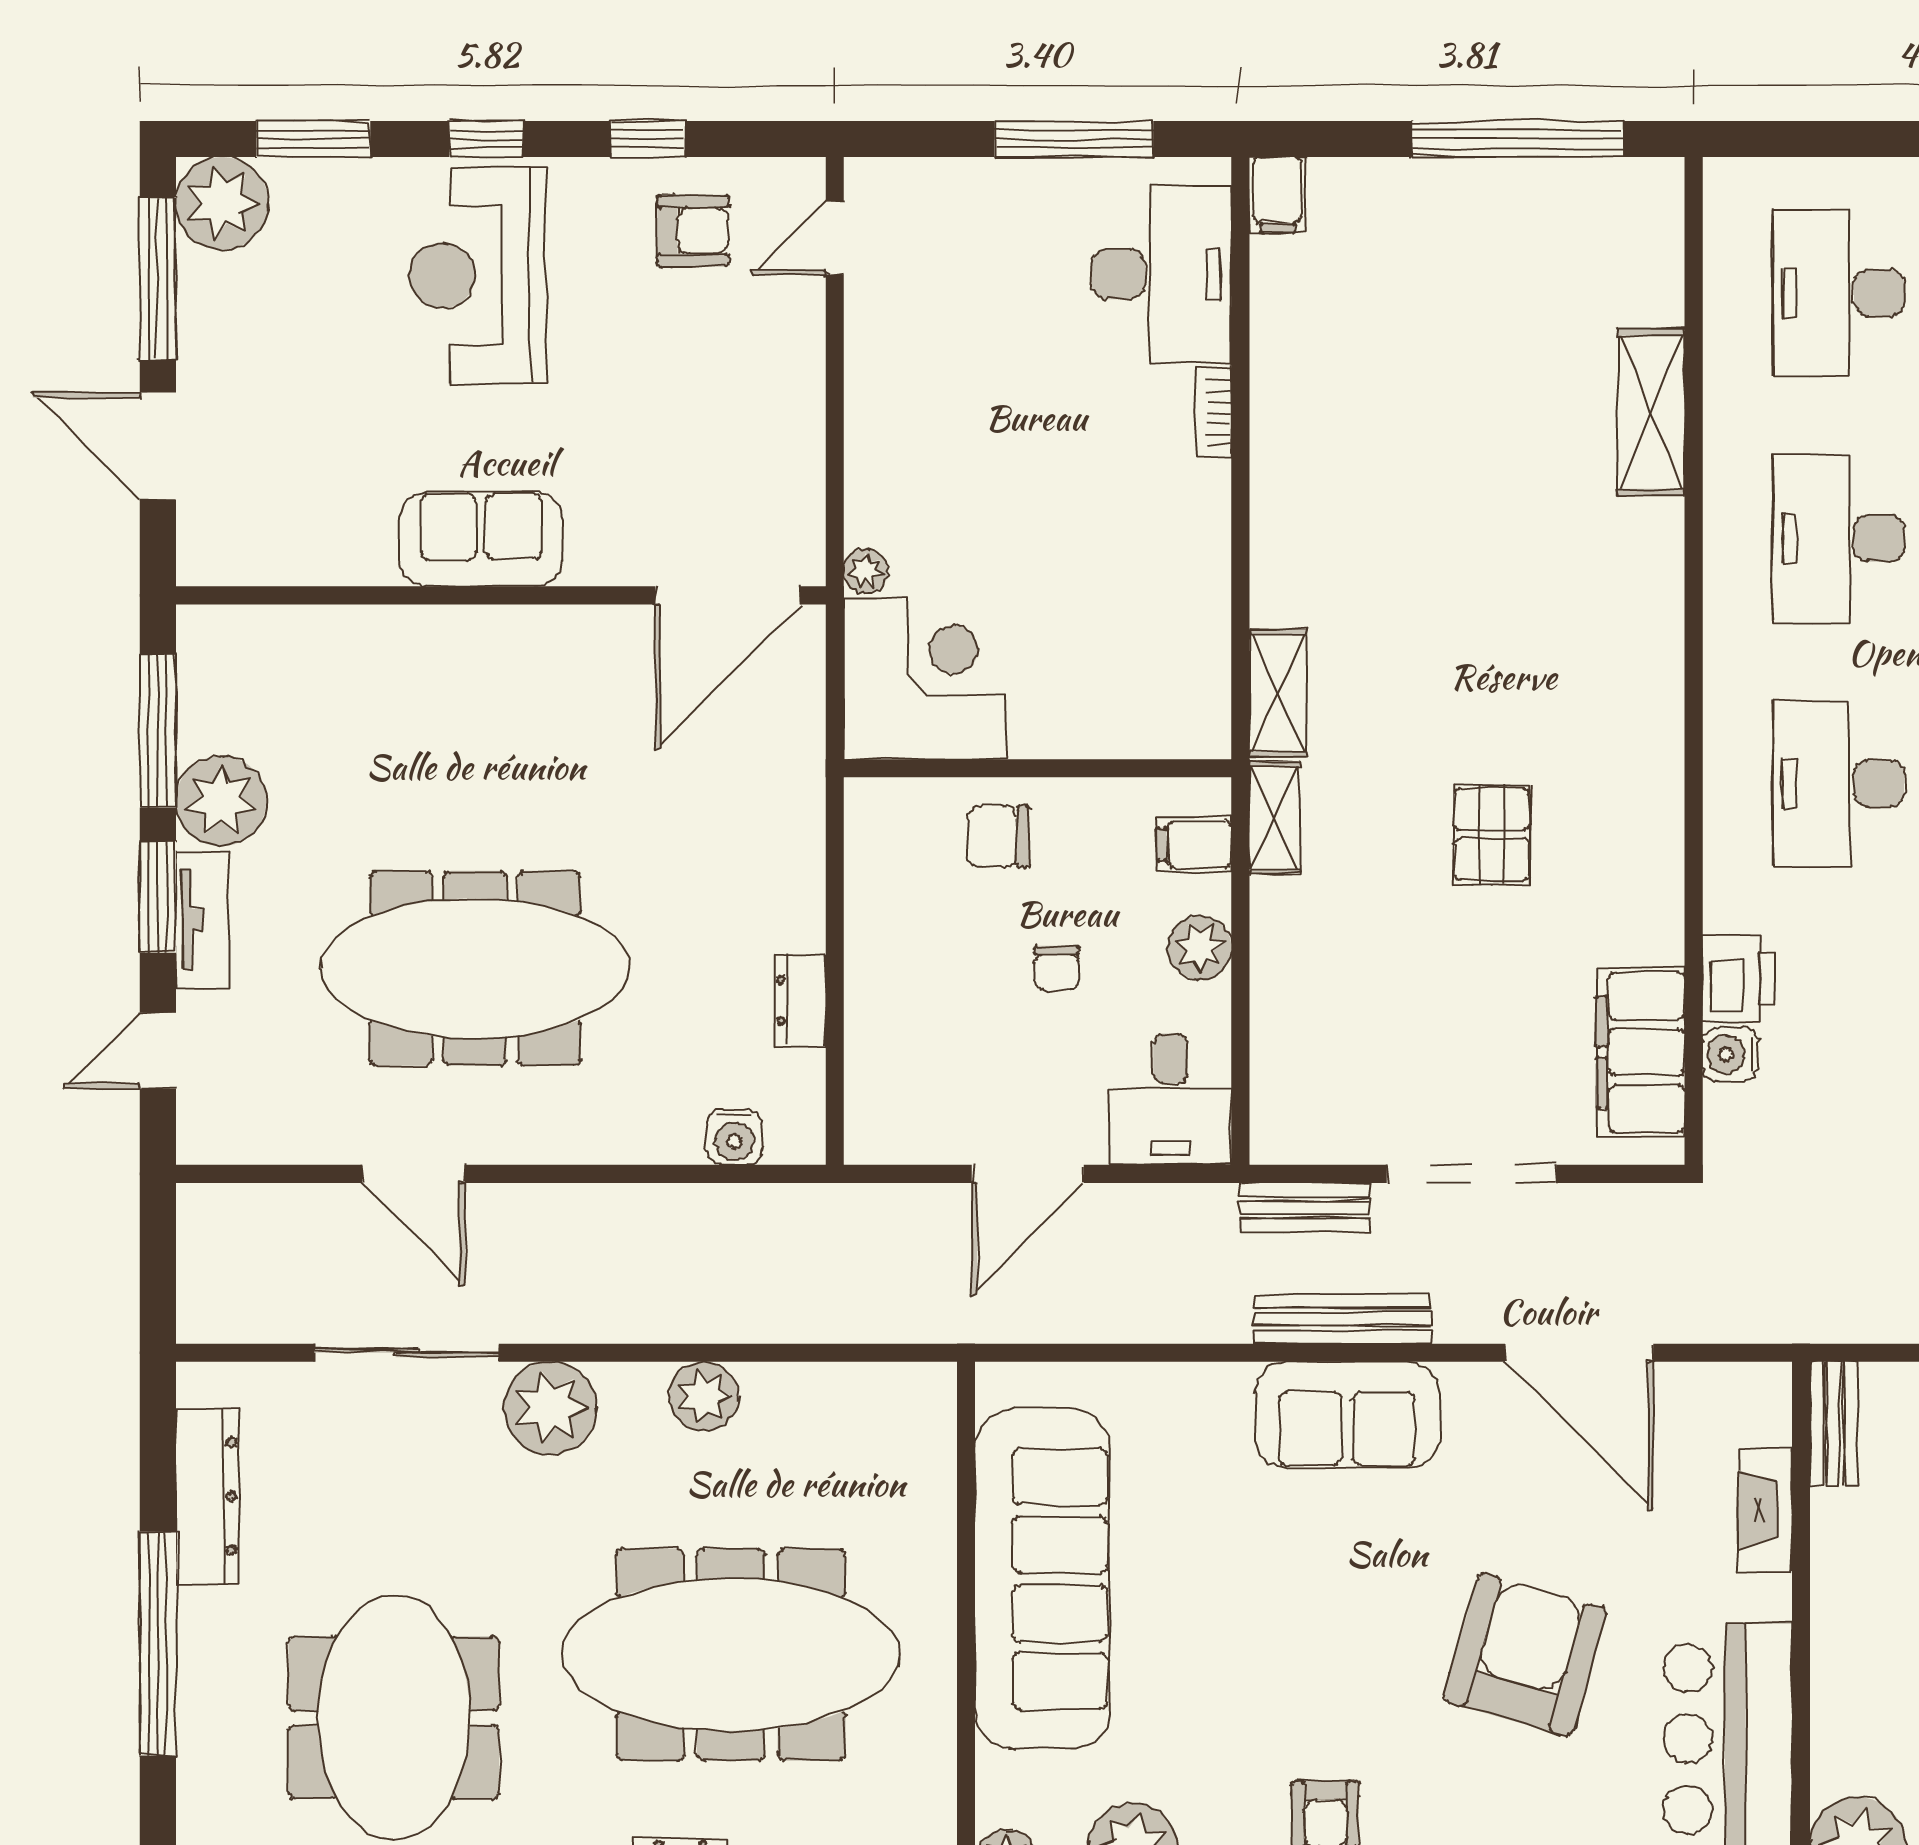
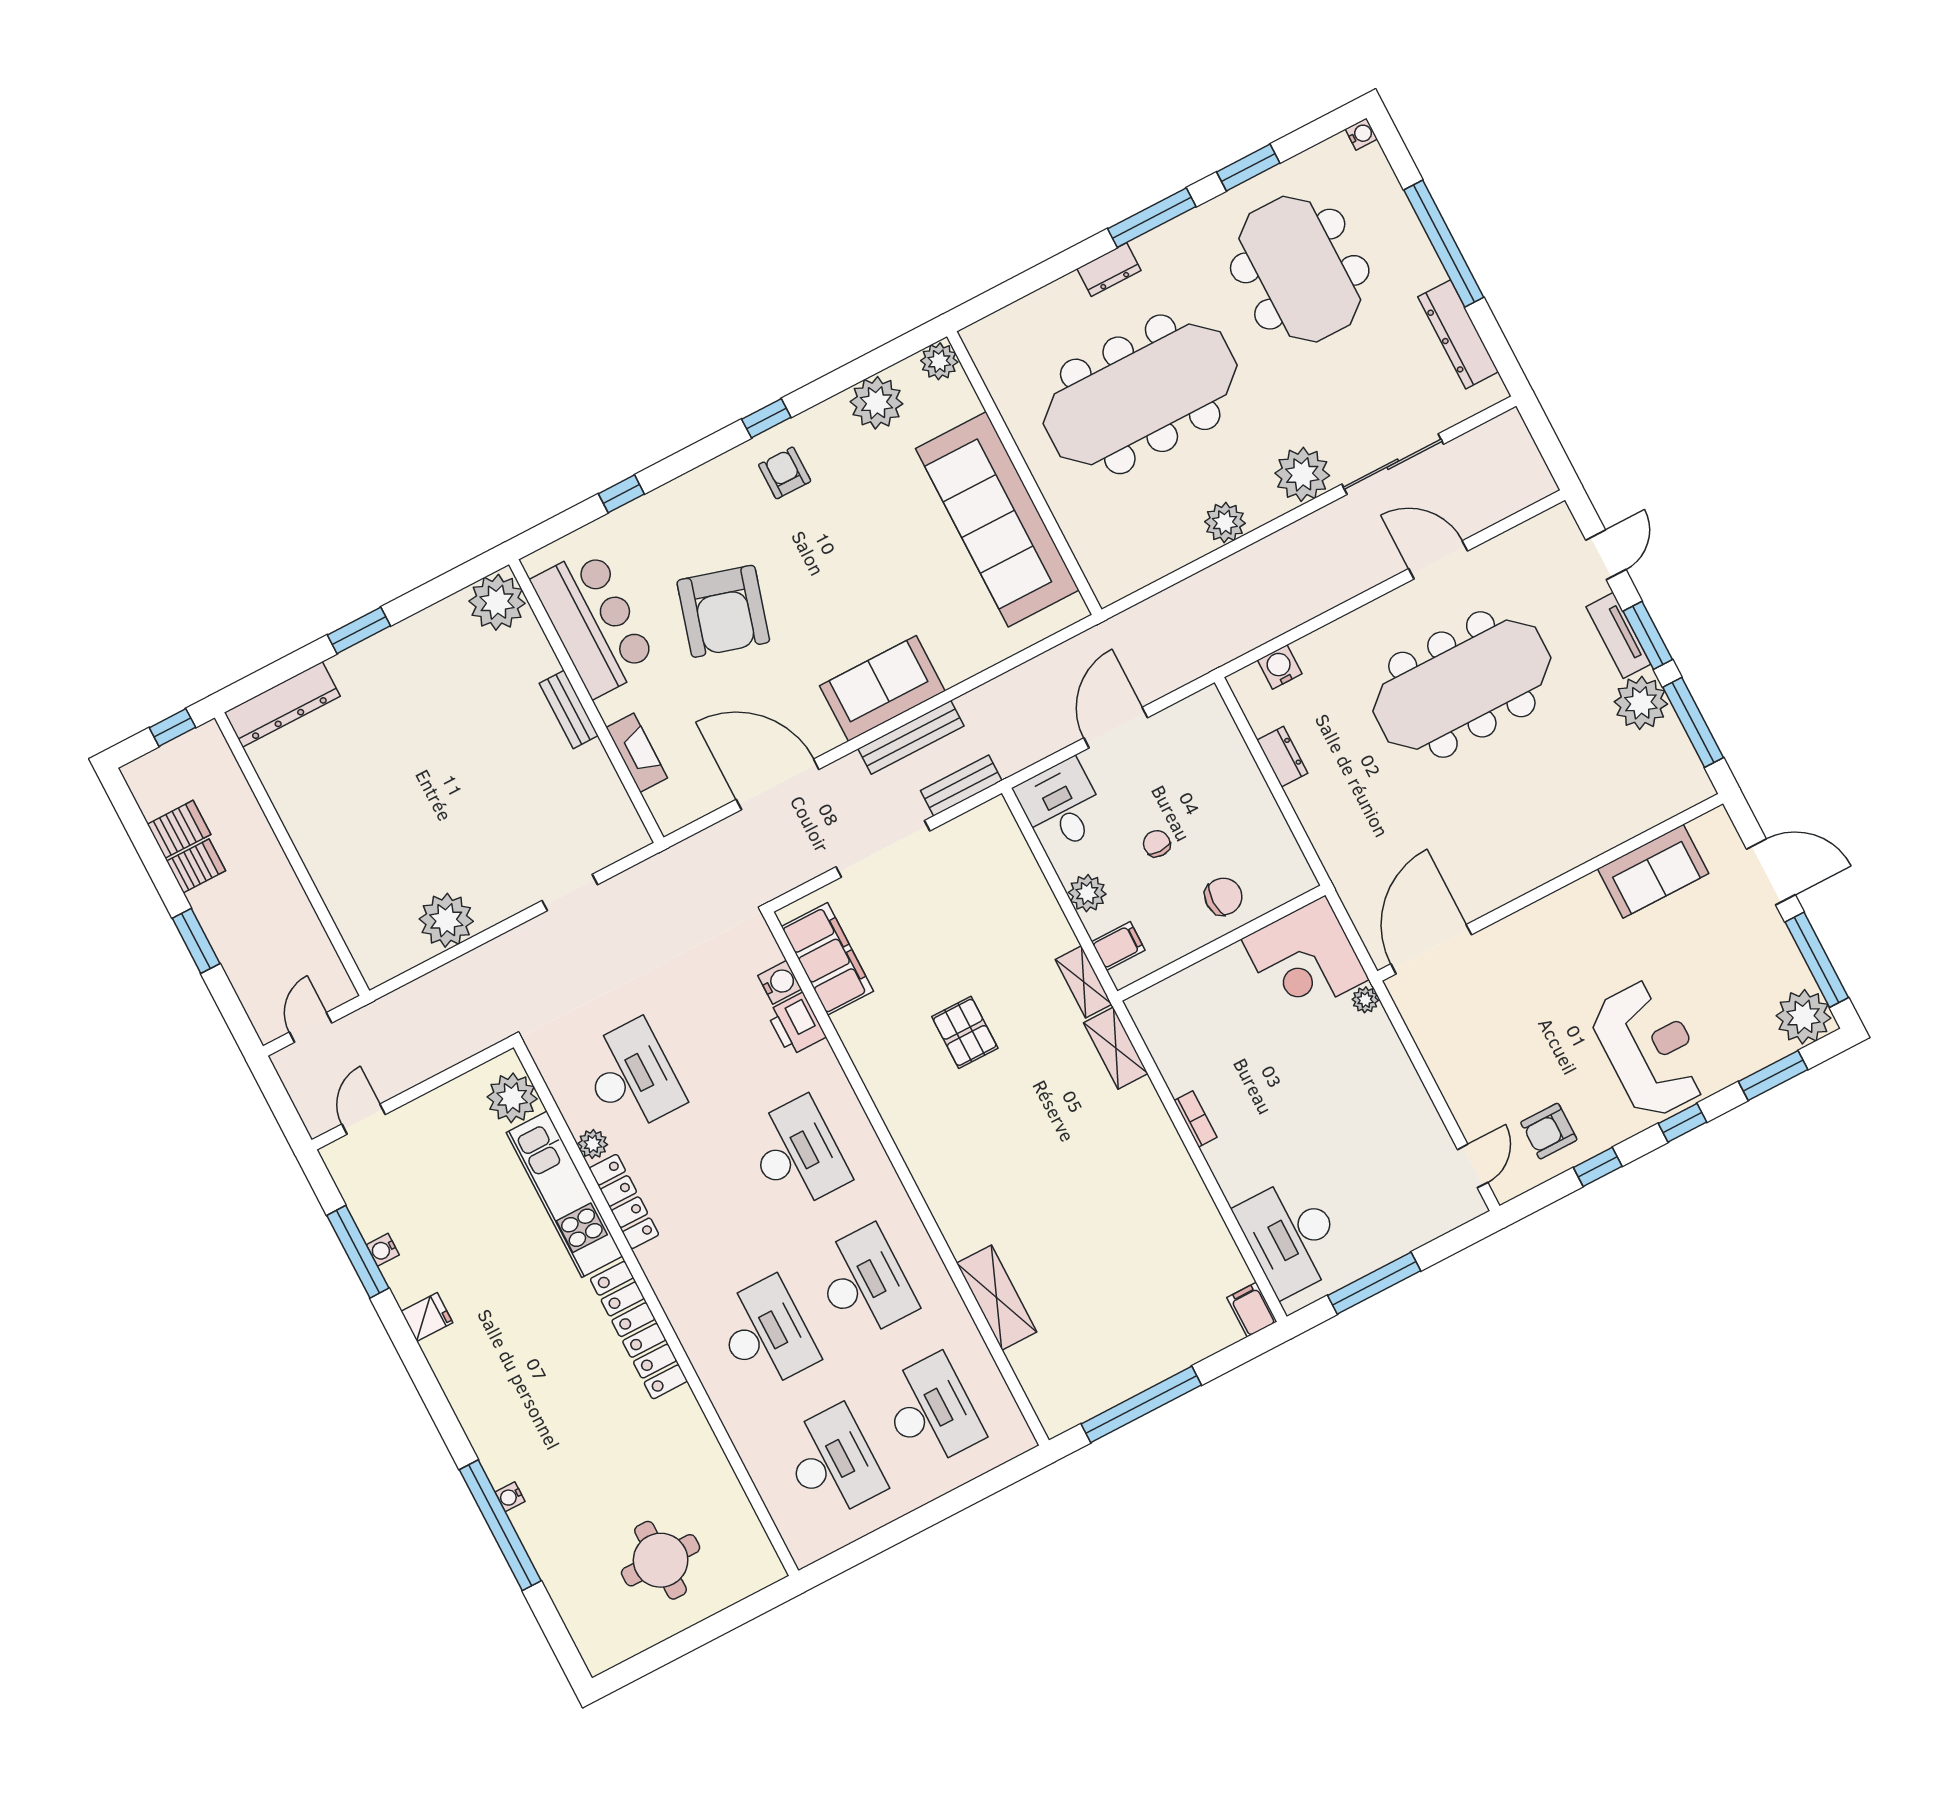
bookcase: (1213, 413) -> (1196, 1119), moved
sofa: (481, 539) -> (1653, 871), moved
bench: (1834, 1424) -> (569, 709), moved

